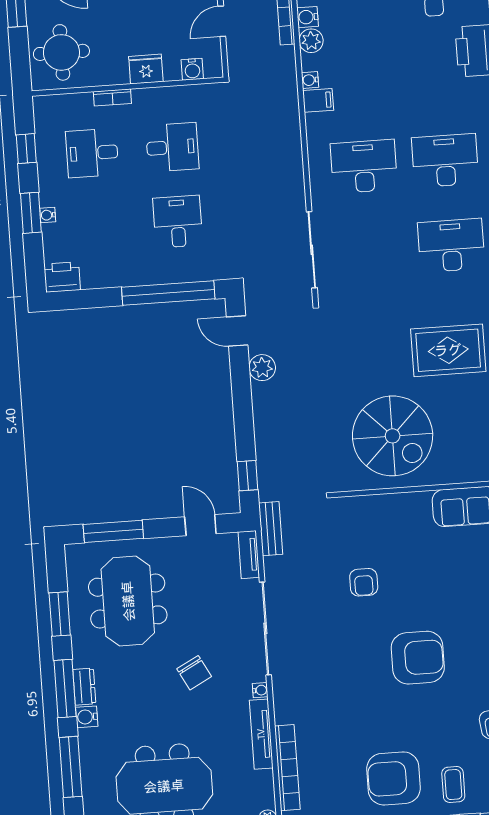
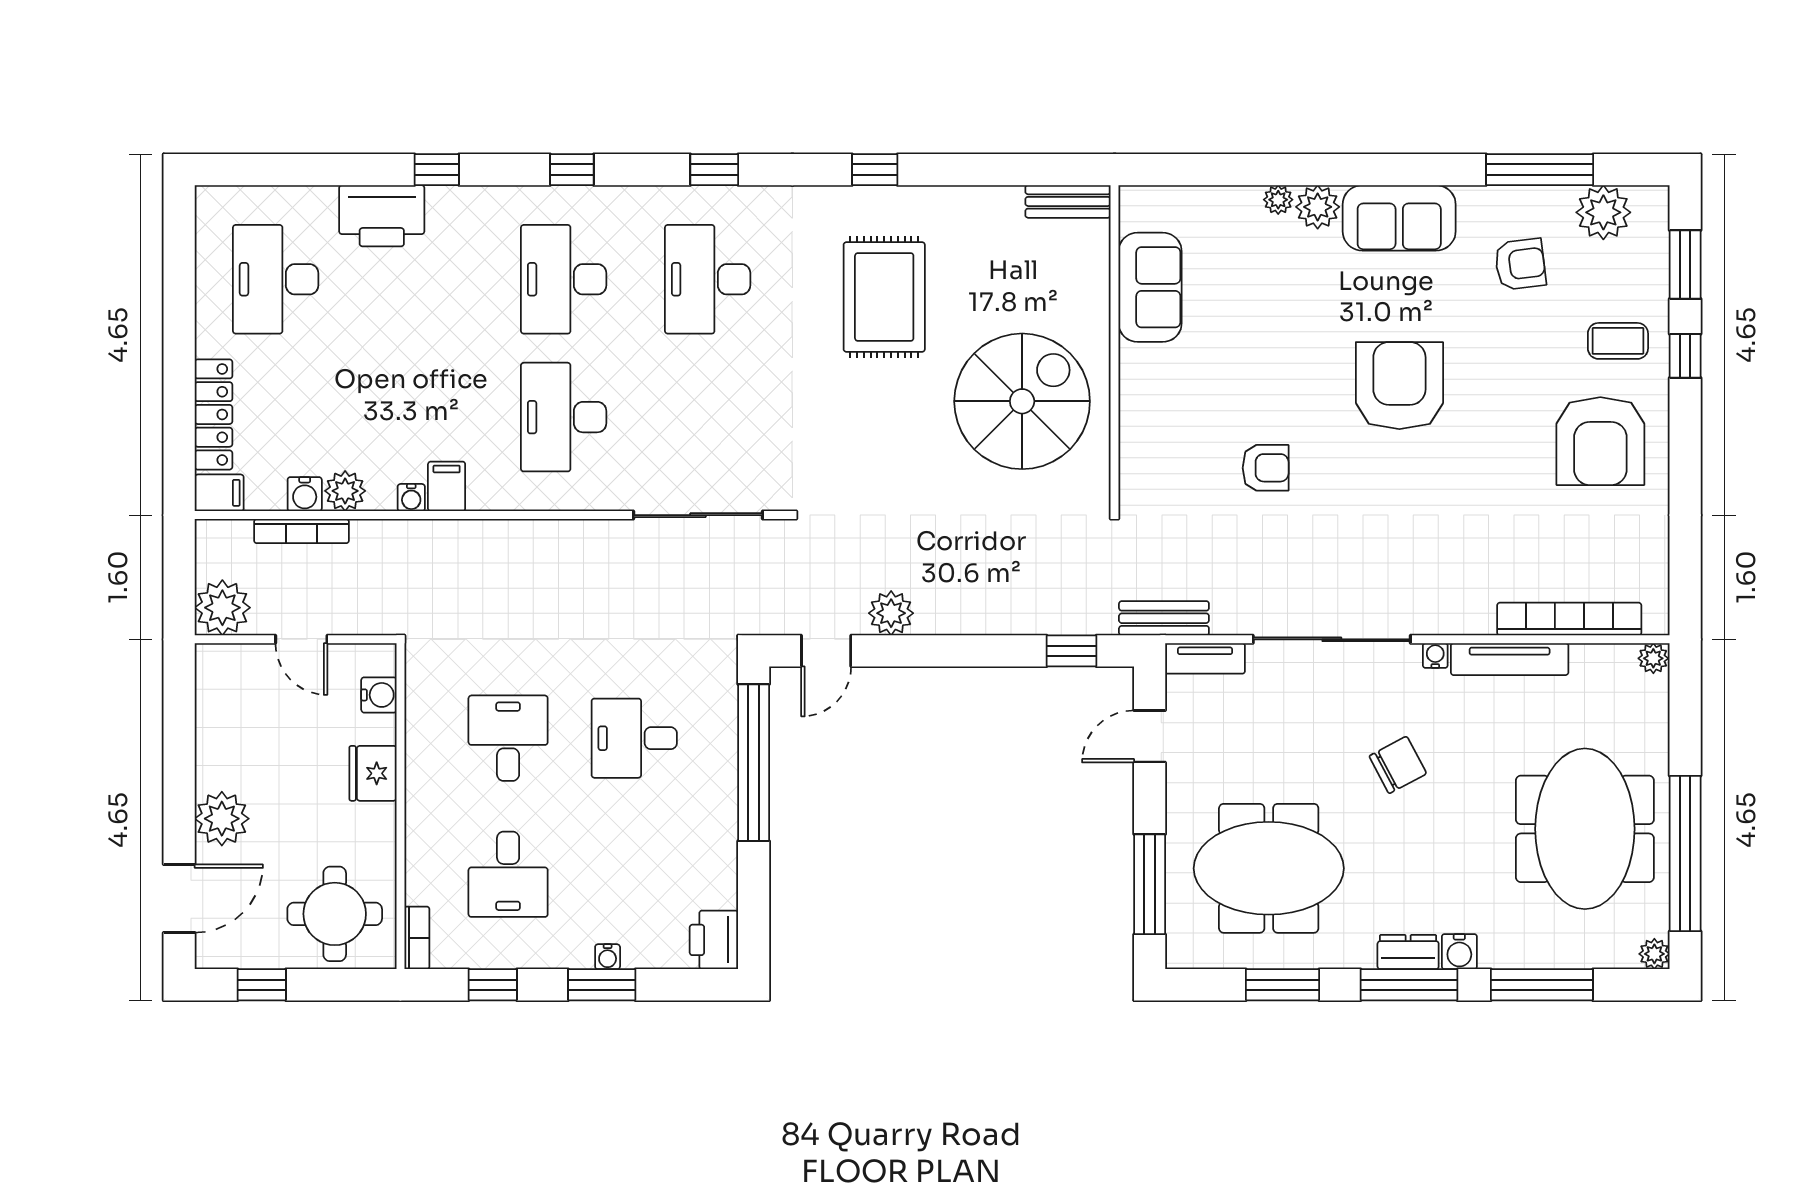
bookcase: (112, 97) -> (417, 938), moved

